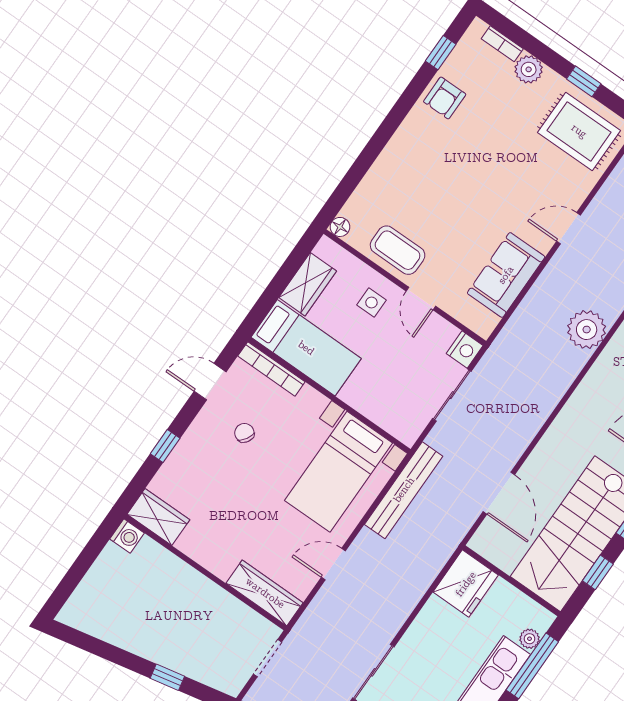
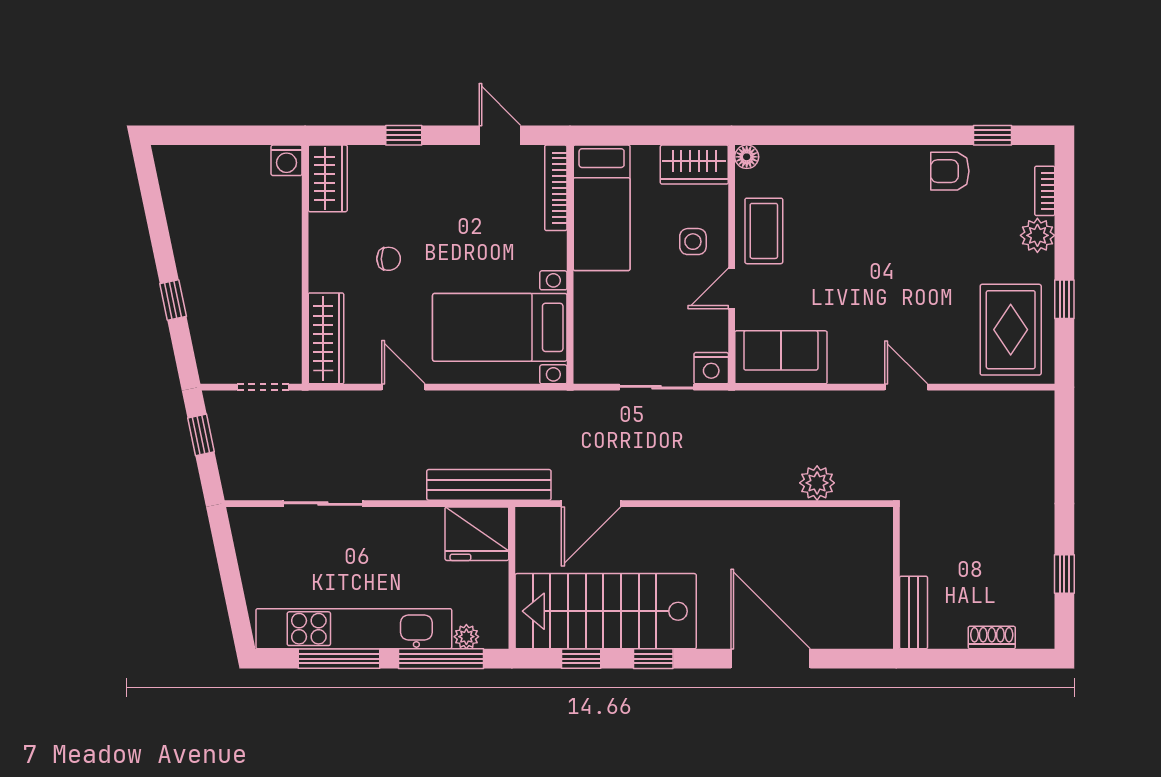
sofa: (506, 275) -> (781, 357), moved
wardrobe: (308, 284) -> (694, 165), moved
plant: (587, 330) -> (817, 483), width x0.73, depth x0.73
chair: (244, 433) -> (389, 259), moved, turned 58
bench: (404, 490) -> (489, 485), moved

